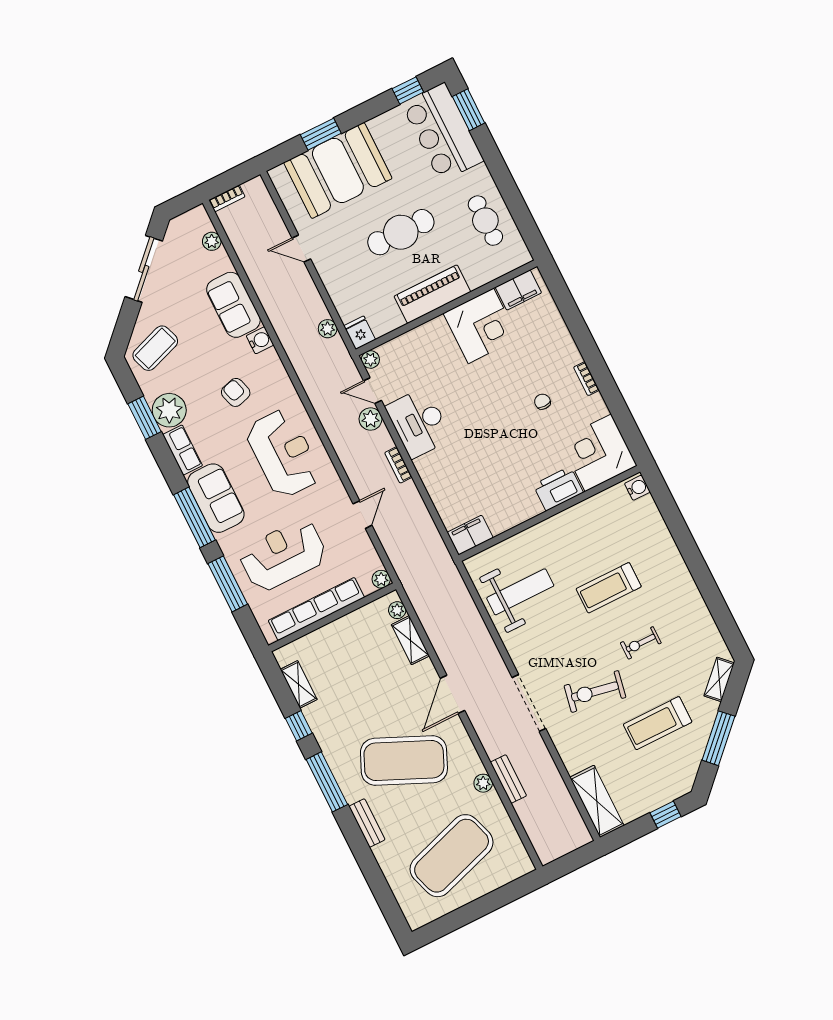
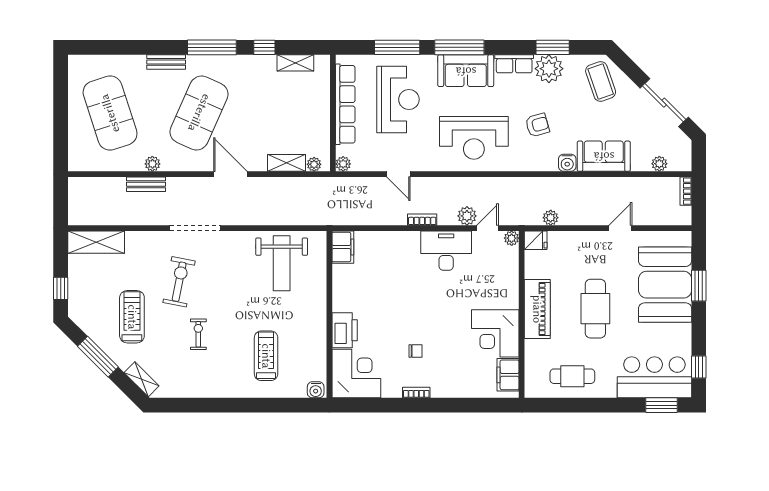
treadmill: (609, 588) -> (266, 356), moved

